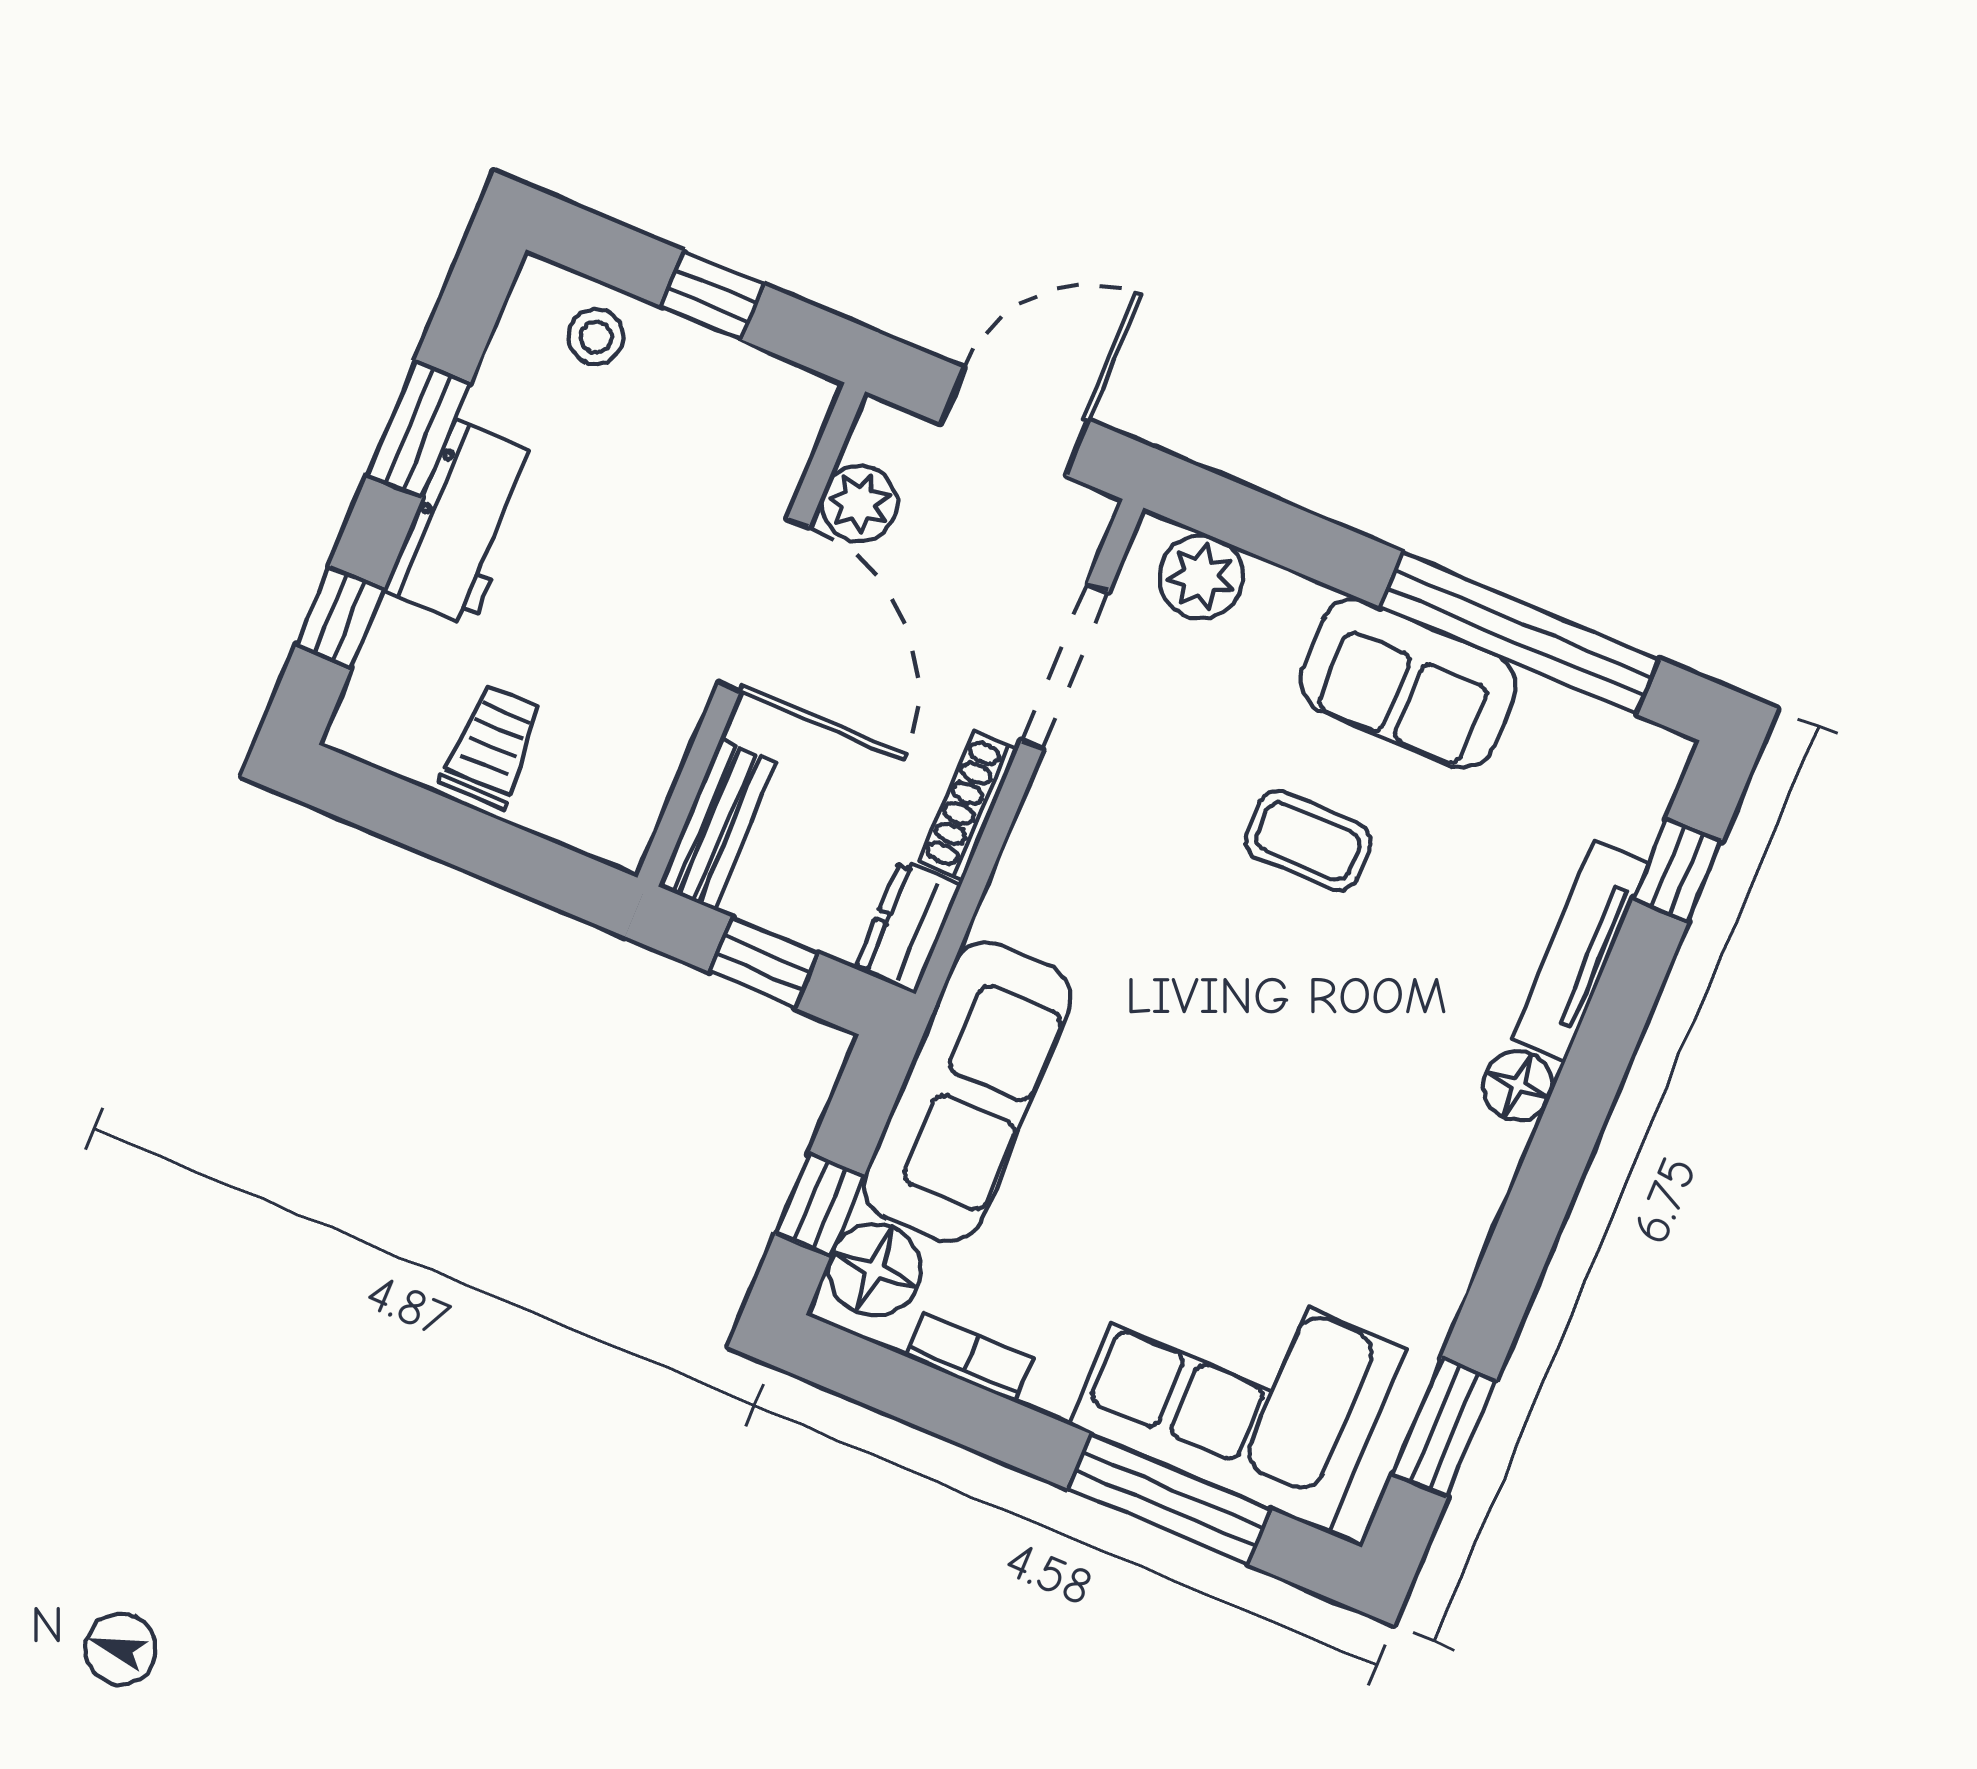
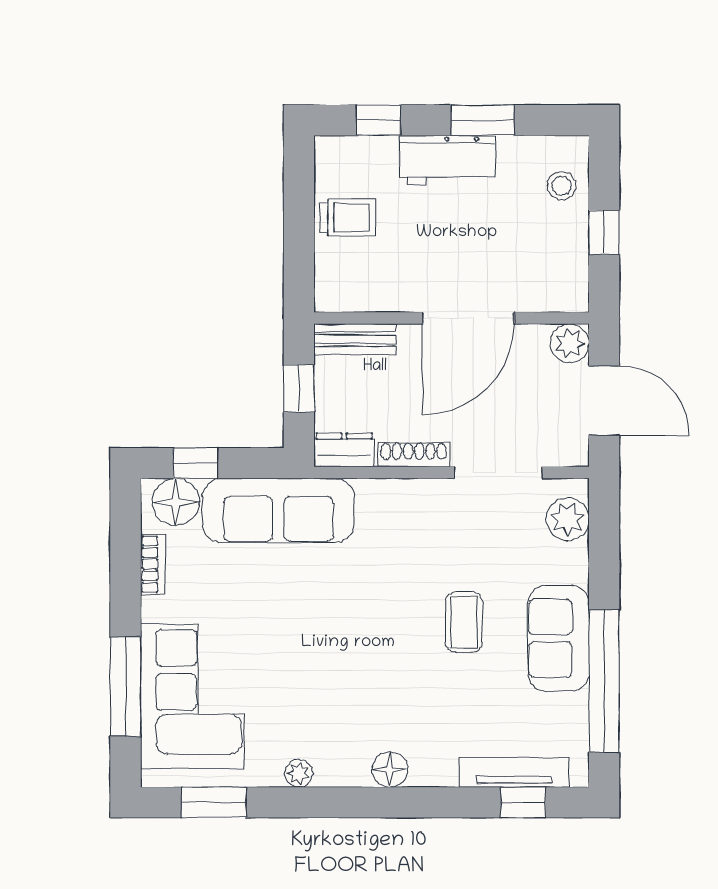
plant: (859, 503) -> (570, 343), moved
tv unit: (1580, 951) -> (514, 772), moved
plant: (1456, 1253) -> (299, 773), added

